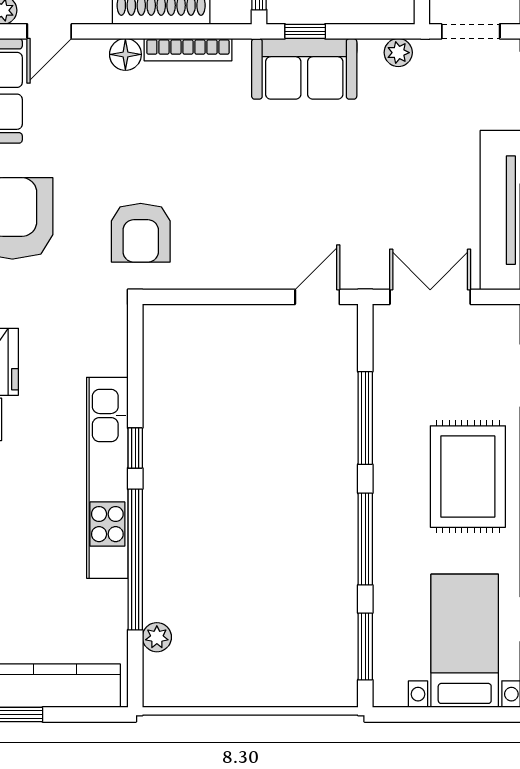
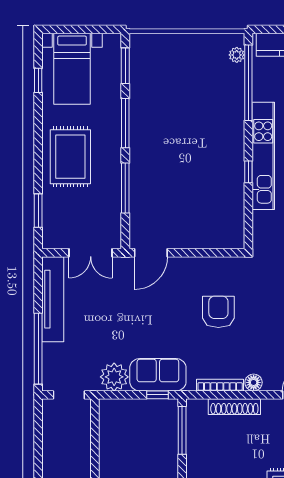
plant: (398, 53) -> (114, 377), width x1.87, depth x1.87
armchair: (141, 233) -> (218, 312), moved
door: (317, 297) -> (151, 253), width x1.38
window: (135, 559) -> (248, 83), moved
plant: (157, 637) -> (237, 55), moved

